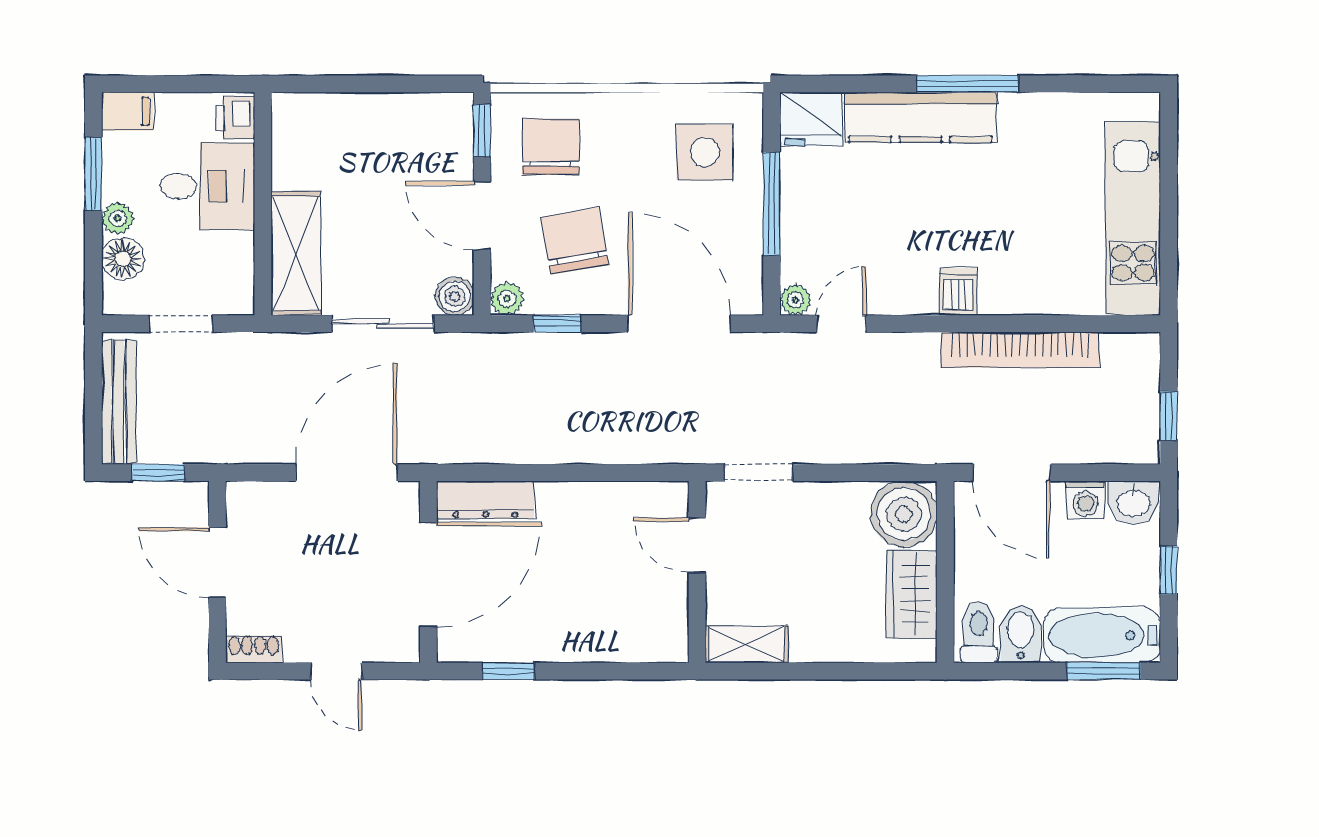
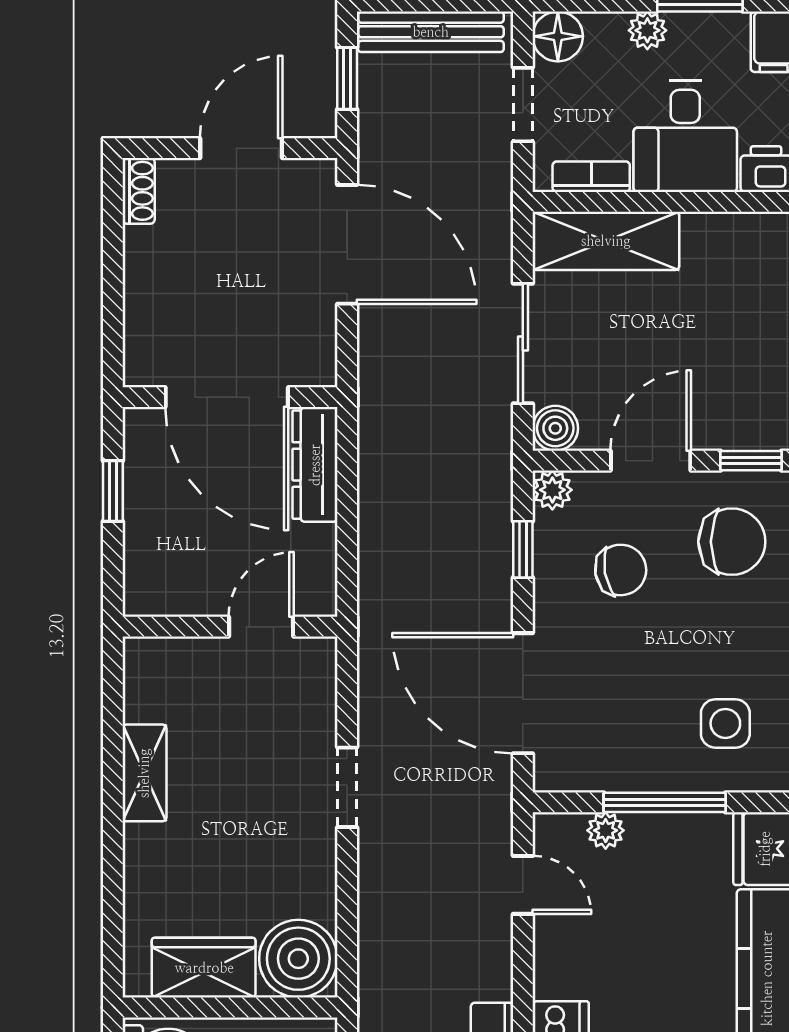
side table: (705, 152) -> (725, 723), width x0.73, depth x0.73
chair: (575, 241) -> (621, 570), width x0.73, depth x0.73
floor lamp: (123, 259) -> (558, 36), moved
bookcase: (242, 266) -> (591, 177), added
plant: (795, 300) -> (606, 830), moved
door: (679, 324) -> (523, 693), swing flipped
door: (347, 473) -> (347, 244), moved
door: (697, 545) -> (261, 627), moved
wall: (697, 572) -> (230, 627), moved
door: (336, 671) -> (113, 288), removed

